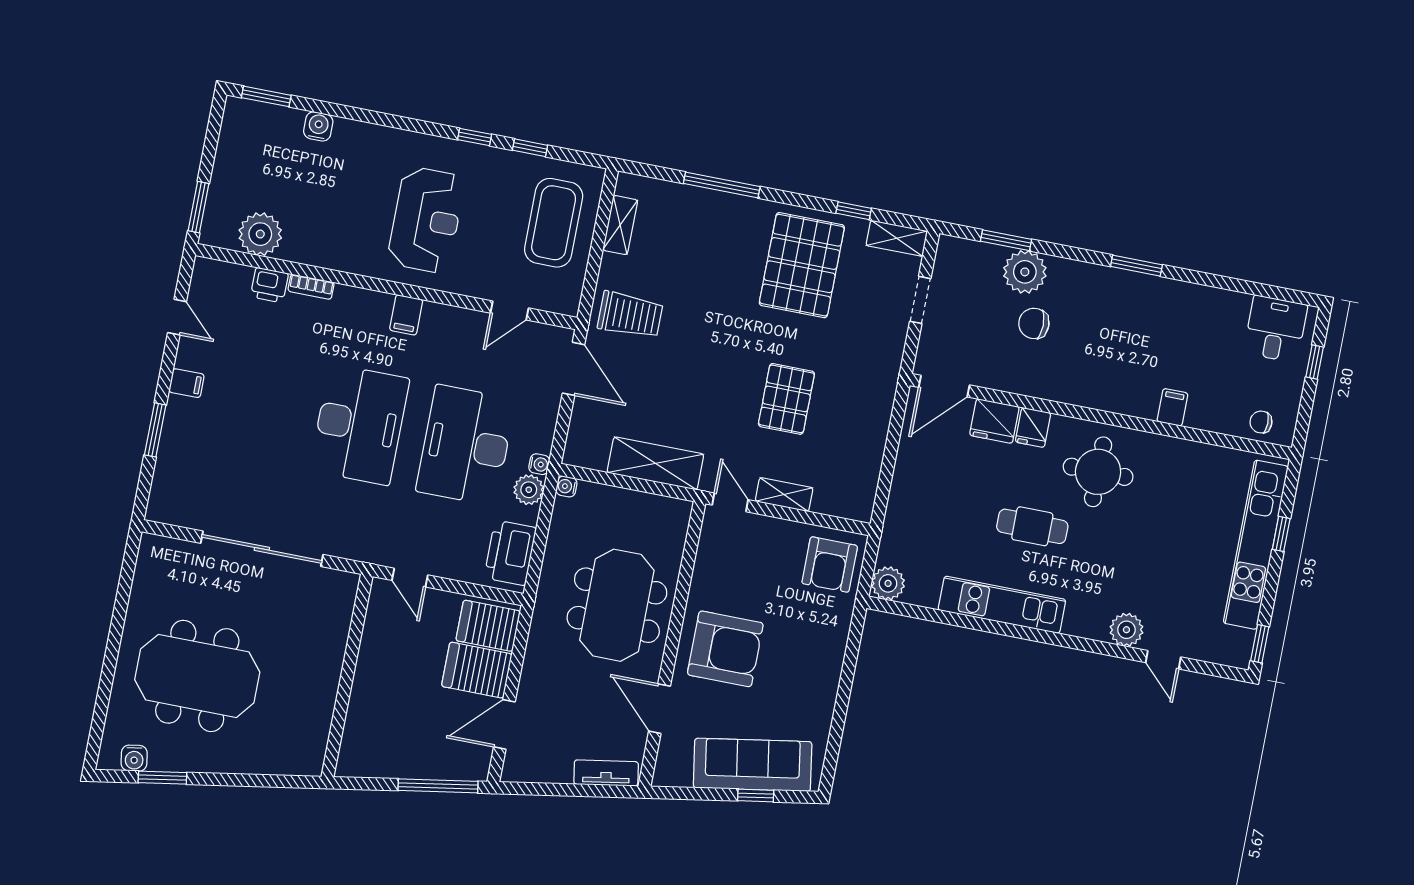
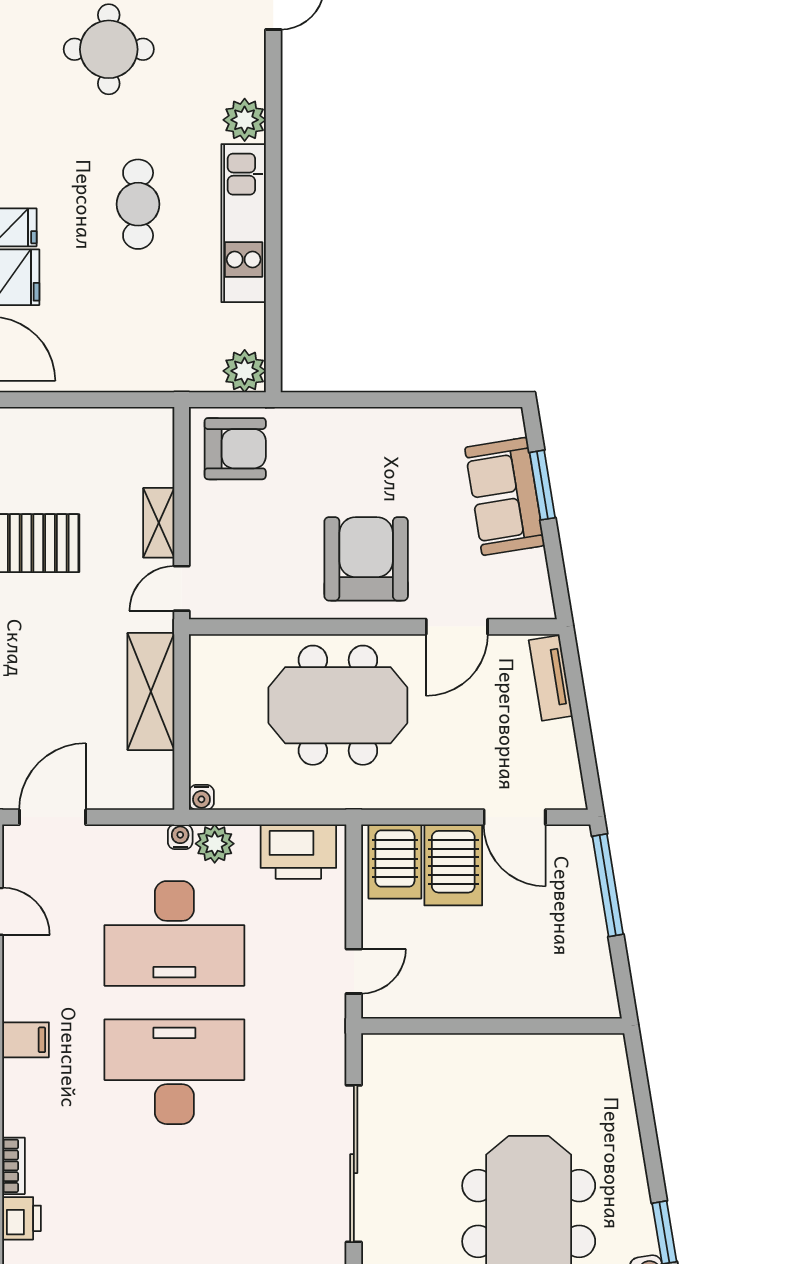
round table: (1098, 472) -> (109, 49), moved
plant: (1126, 630) -> (245, 120), moved
sofa: (753, 765) -> (505, 496), width x0.73
window: (756, 795) -> (542, 485), width x1.50

